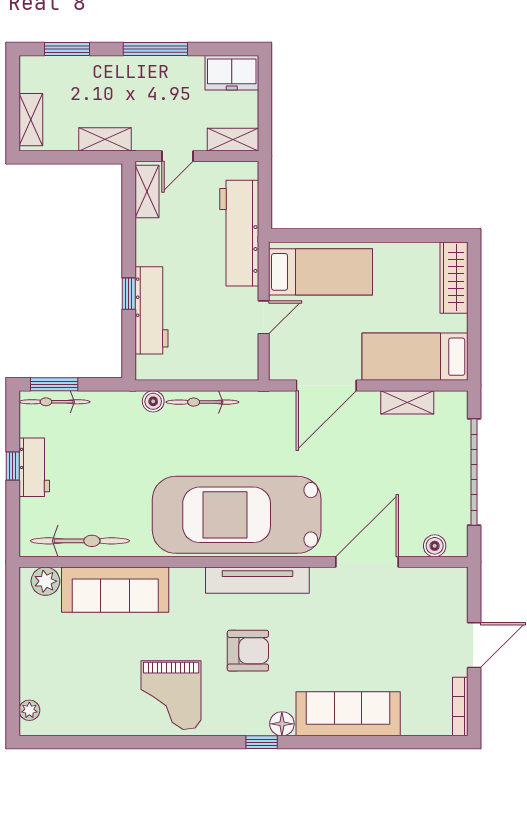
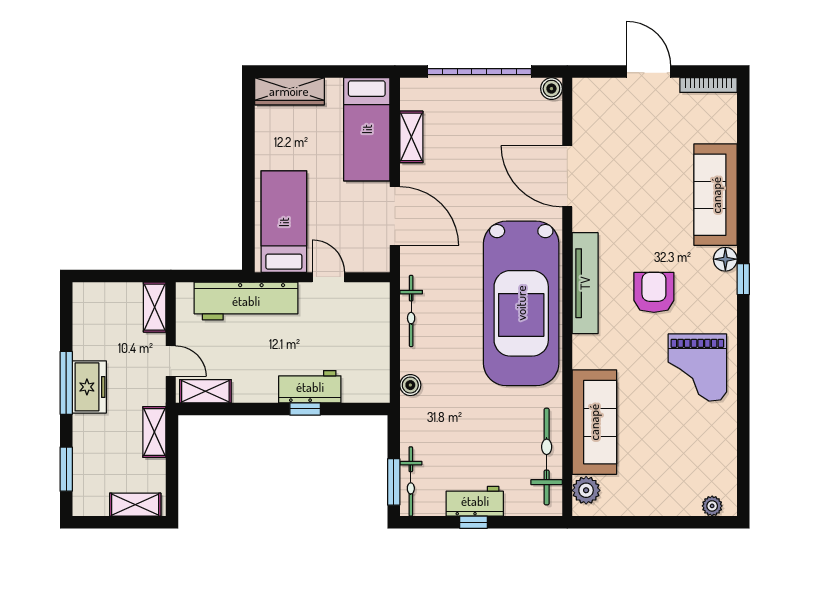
freezer: (232, 73) -> (89, 387), moved
workbench: (151, 310) -> (310, 387), width x0.73
bicycle: (202, 402) -> (411, 311), moved
boiler: (435, 546) -> (551, 89), moved
grand piano: (171, 695) -> (697, 368), turned 90

